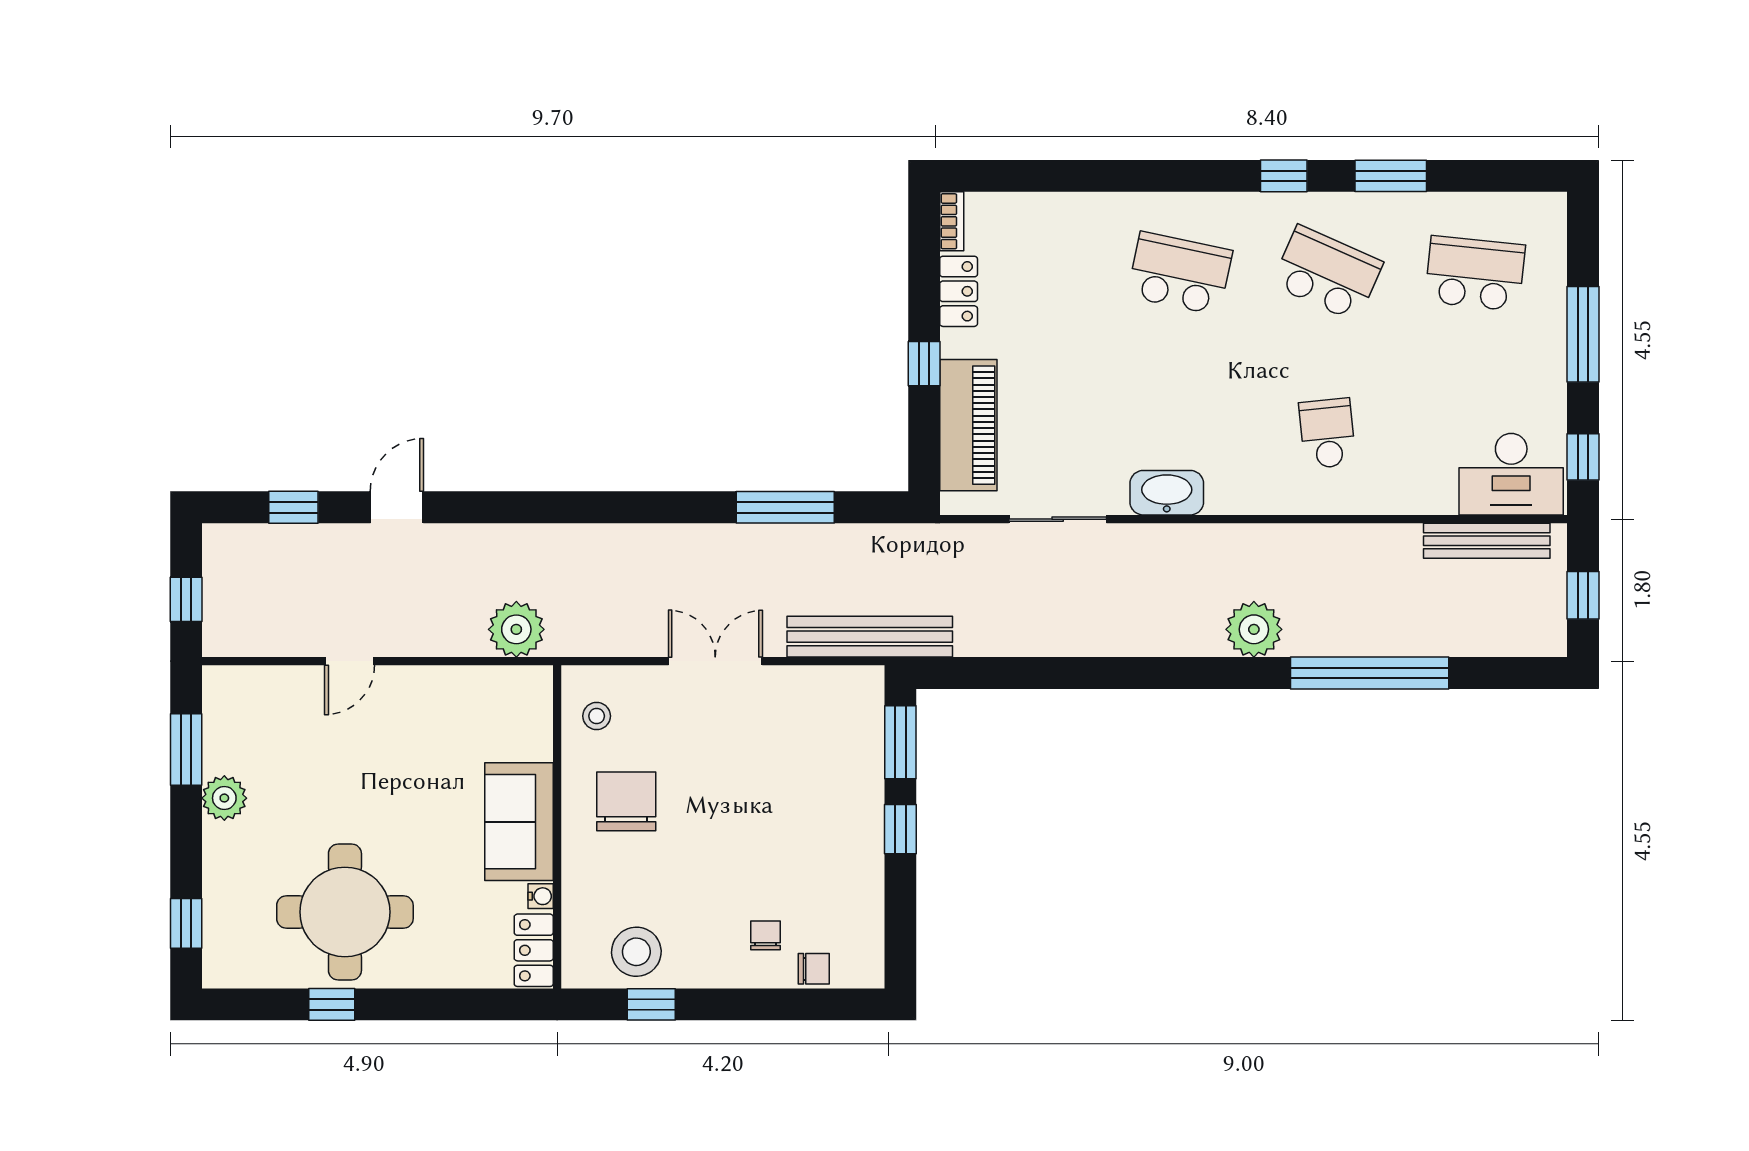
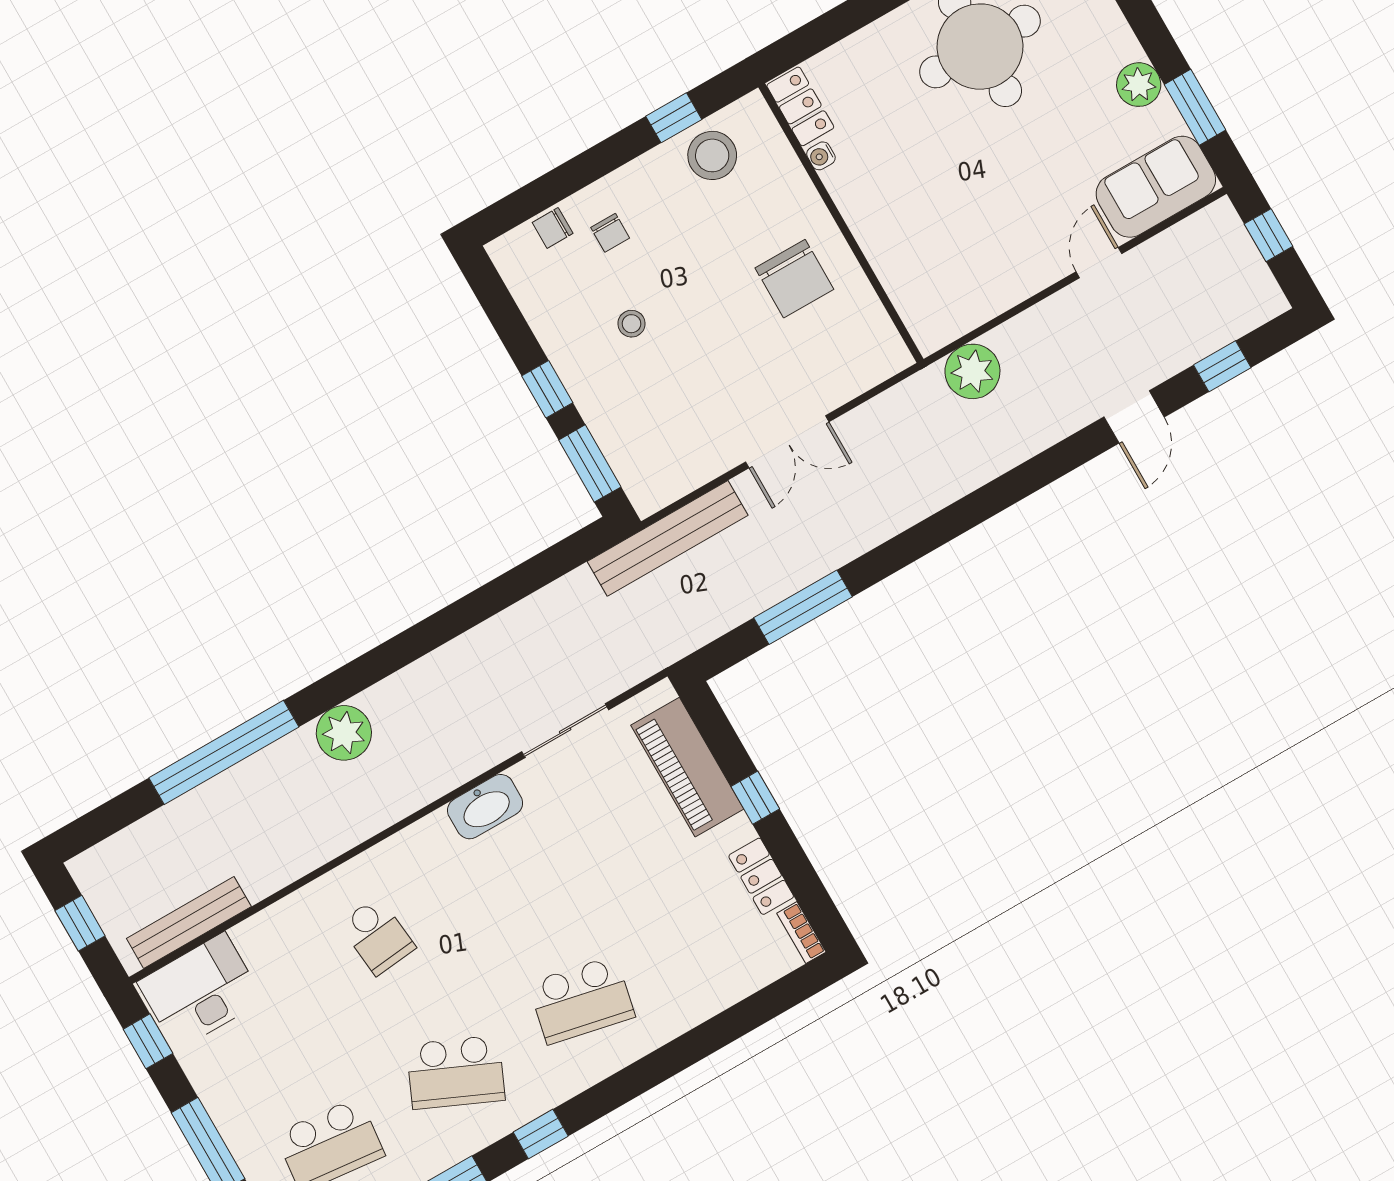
stool: (597, 716) -> (631, 324), moved
sofa: (519, 822) -> (1156, 187), moved, turned -90

